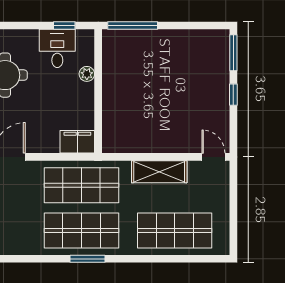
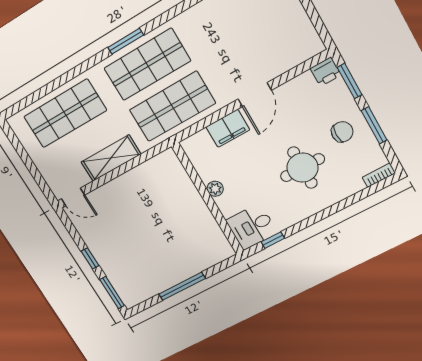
window: (133, 25) -> (182, 286), moved
desk: (57, 48) -> (252, 227), moved, turned 90
plant: (87, 74) -> (215, 189), moved
filing cabinet: (77, 142) -> (228, 128), moved

